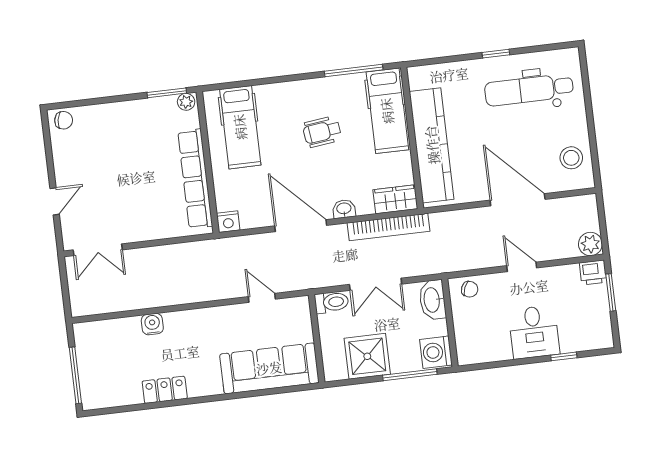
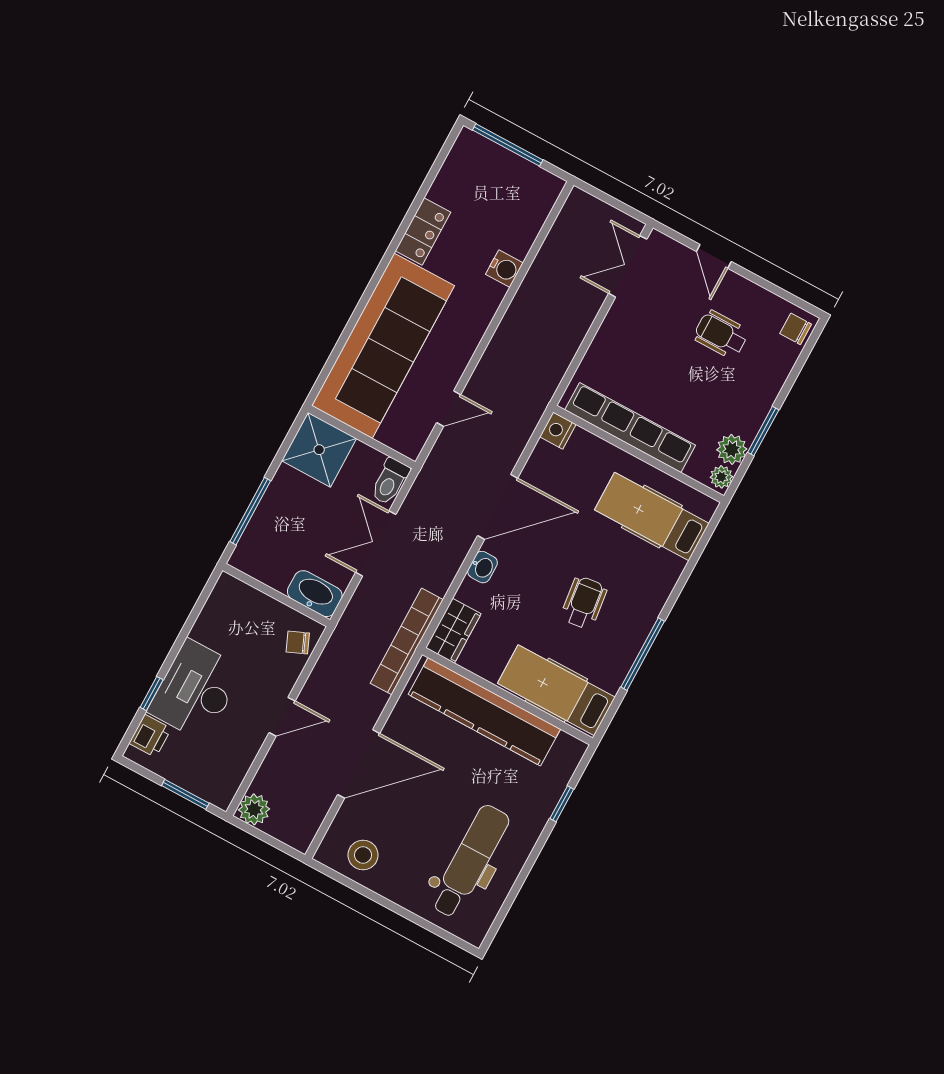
window: (496, 54) -> (562, 804), moved
window: (354, 71) -> (643, 654), moved
window: (167, 93) -> (763, 431), moved
plant: (165, 107) -> (732, 449), added
chair: (64, 120) -> (796, 329), turned 80
wheelchair: (99, 163) -> (721, 334), added
bookcase: (389, 227) -> (407, 641), moved
printer: (593, 272) -> (150, 736), moved, turned 180
chair: (470, 289) -> (298, 643), turned 45
desk: (534, 332) -> (196, 690), width x1.37
washing machine: (436, 352) -> (255, 557), removed
shower: (367, 356) -> (319, 450), moved
sofa: (269, 368) -> (383, 346), width x1.36, depth x1.27

